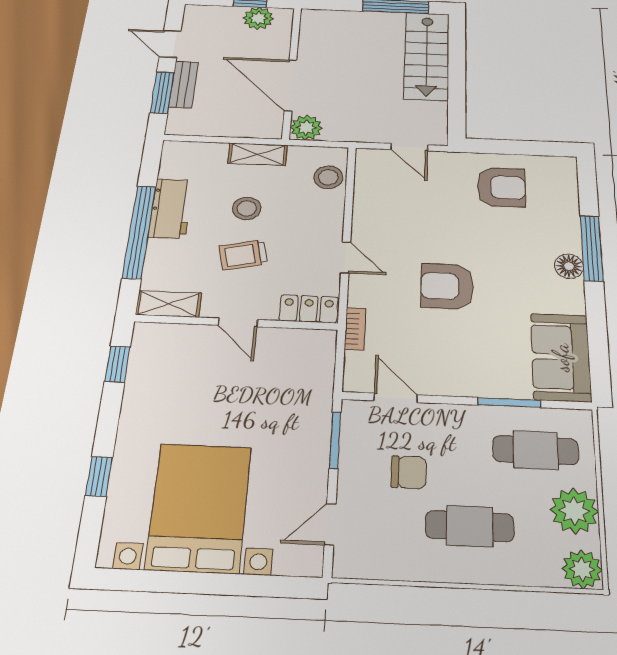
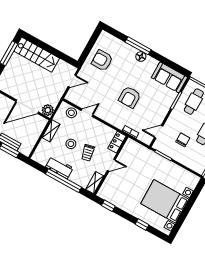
armchair: (501, 187) -> (102, 60), turned -90
door: (346, 257) -> (87, 113), moved
door: (330, 524) -> (187, 169), removed

